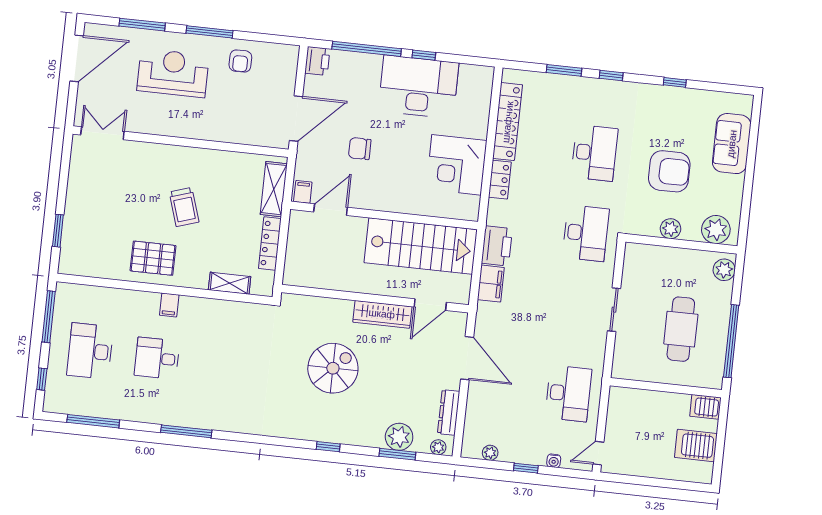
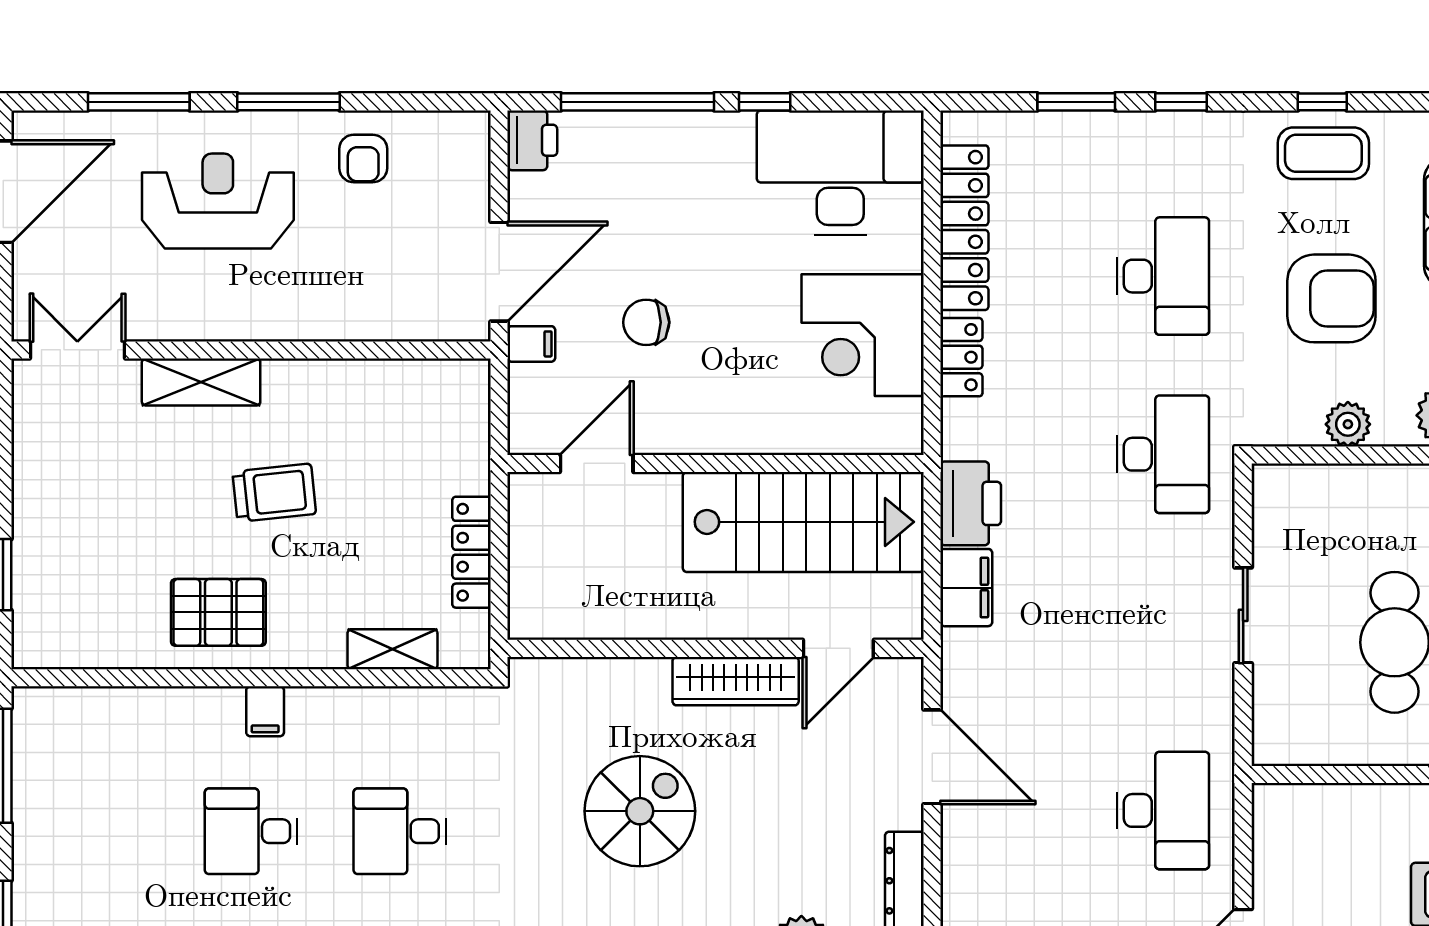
desk: (418, 87) -> (840, 173), moved
coffee table: (673, 106) -> (1323, 153), added
shelving: (274, 189) -> (201, 382), moved, turned 90
filing cabinet: (303, 192) -> (531, 344), moved, turned 90
trolley: (184, 207) -> (274, 493), turned -78
desk: (90, 351) -> (400, 831), moved, width x0.73

